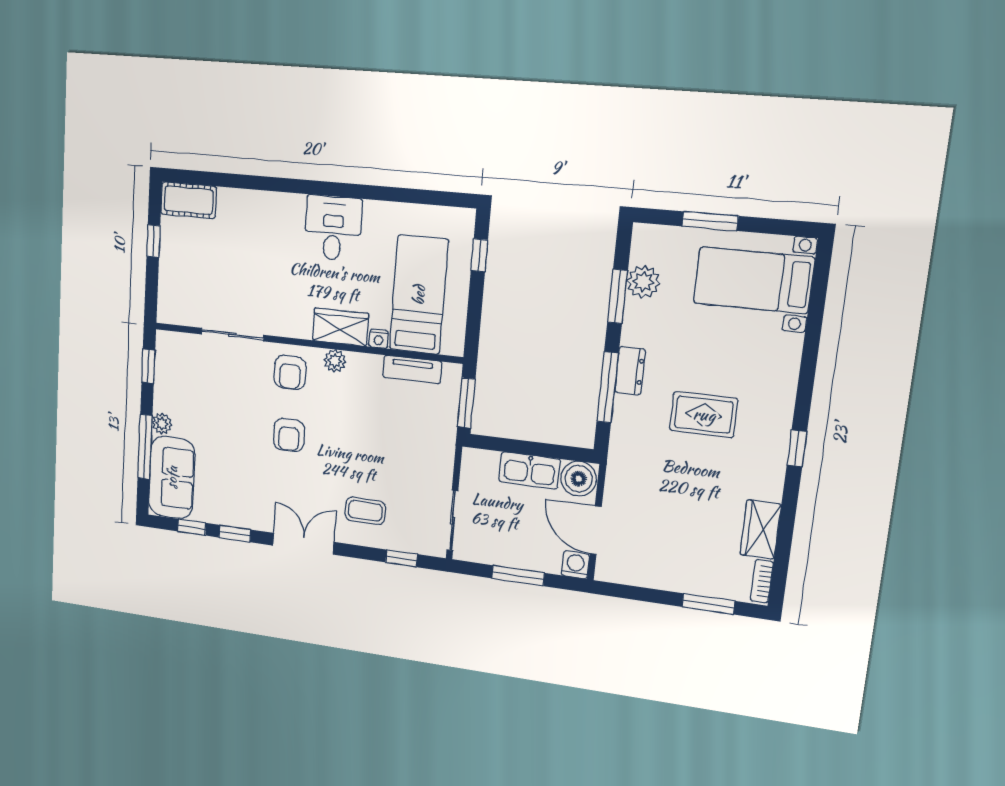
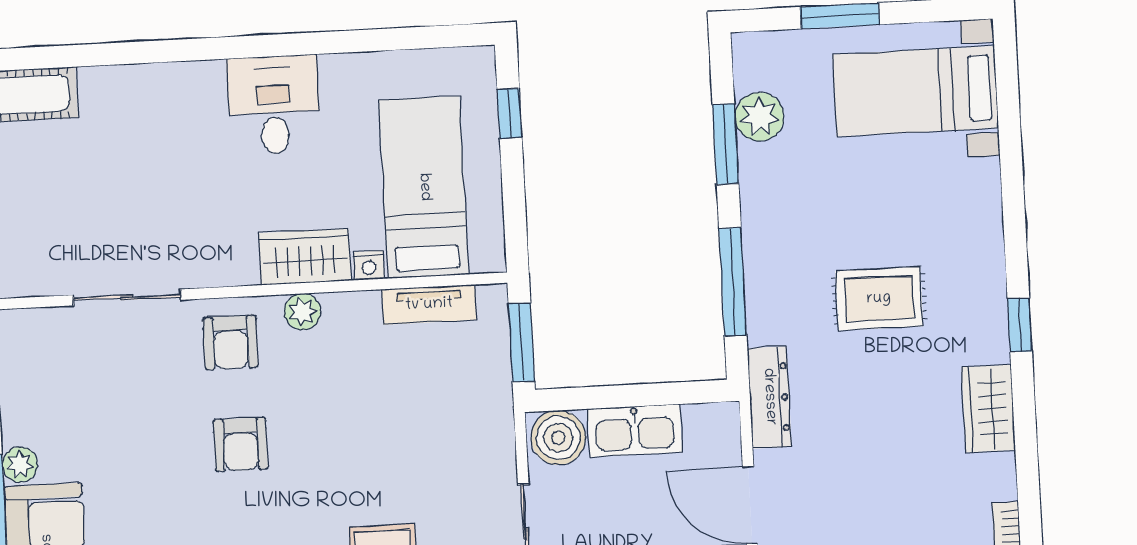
dresser: (630, 371) -> (769, 397), moved, width x1.44
boiler: (579, 479) -> (558, 438), moved
wardrobe: (761, 530) -> (988, 409), moved

